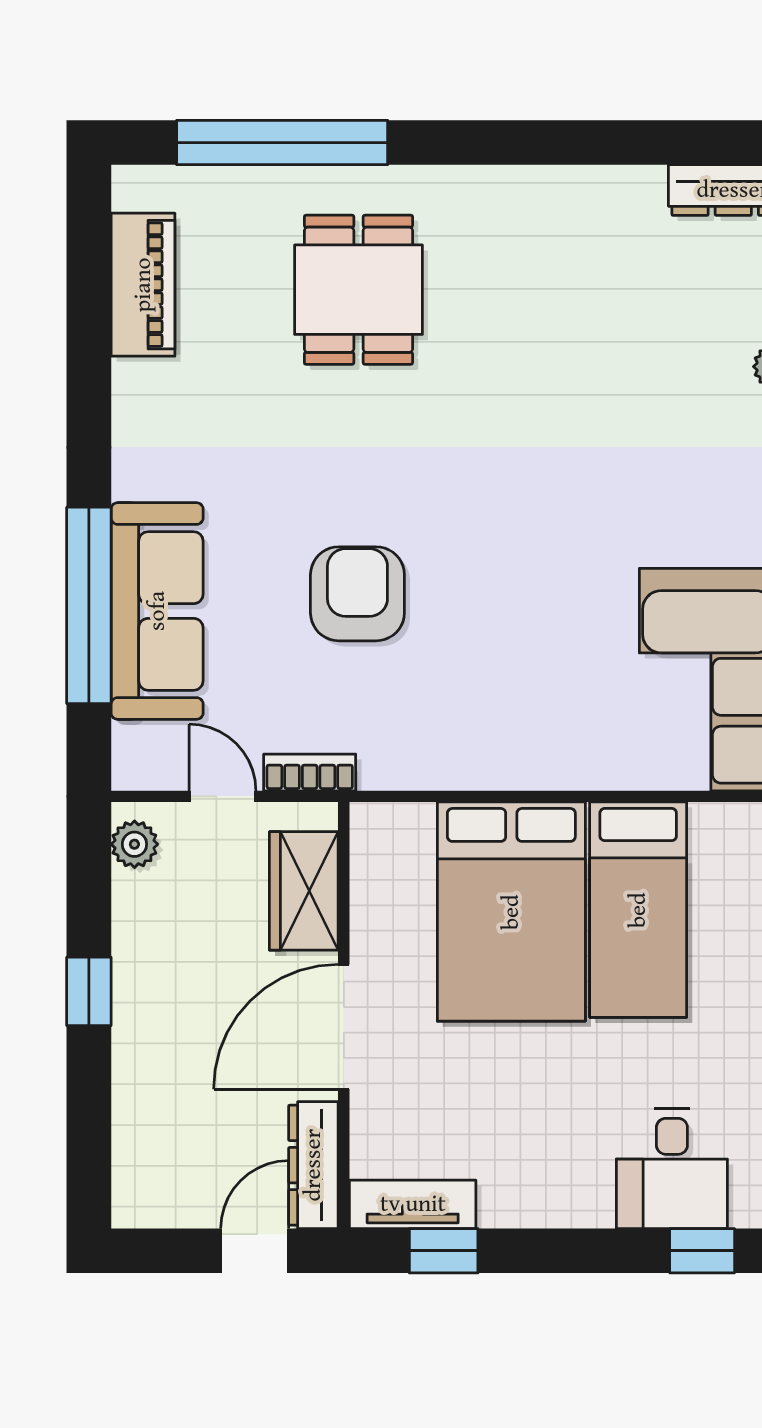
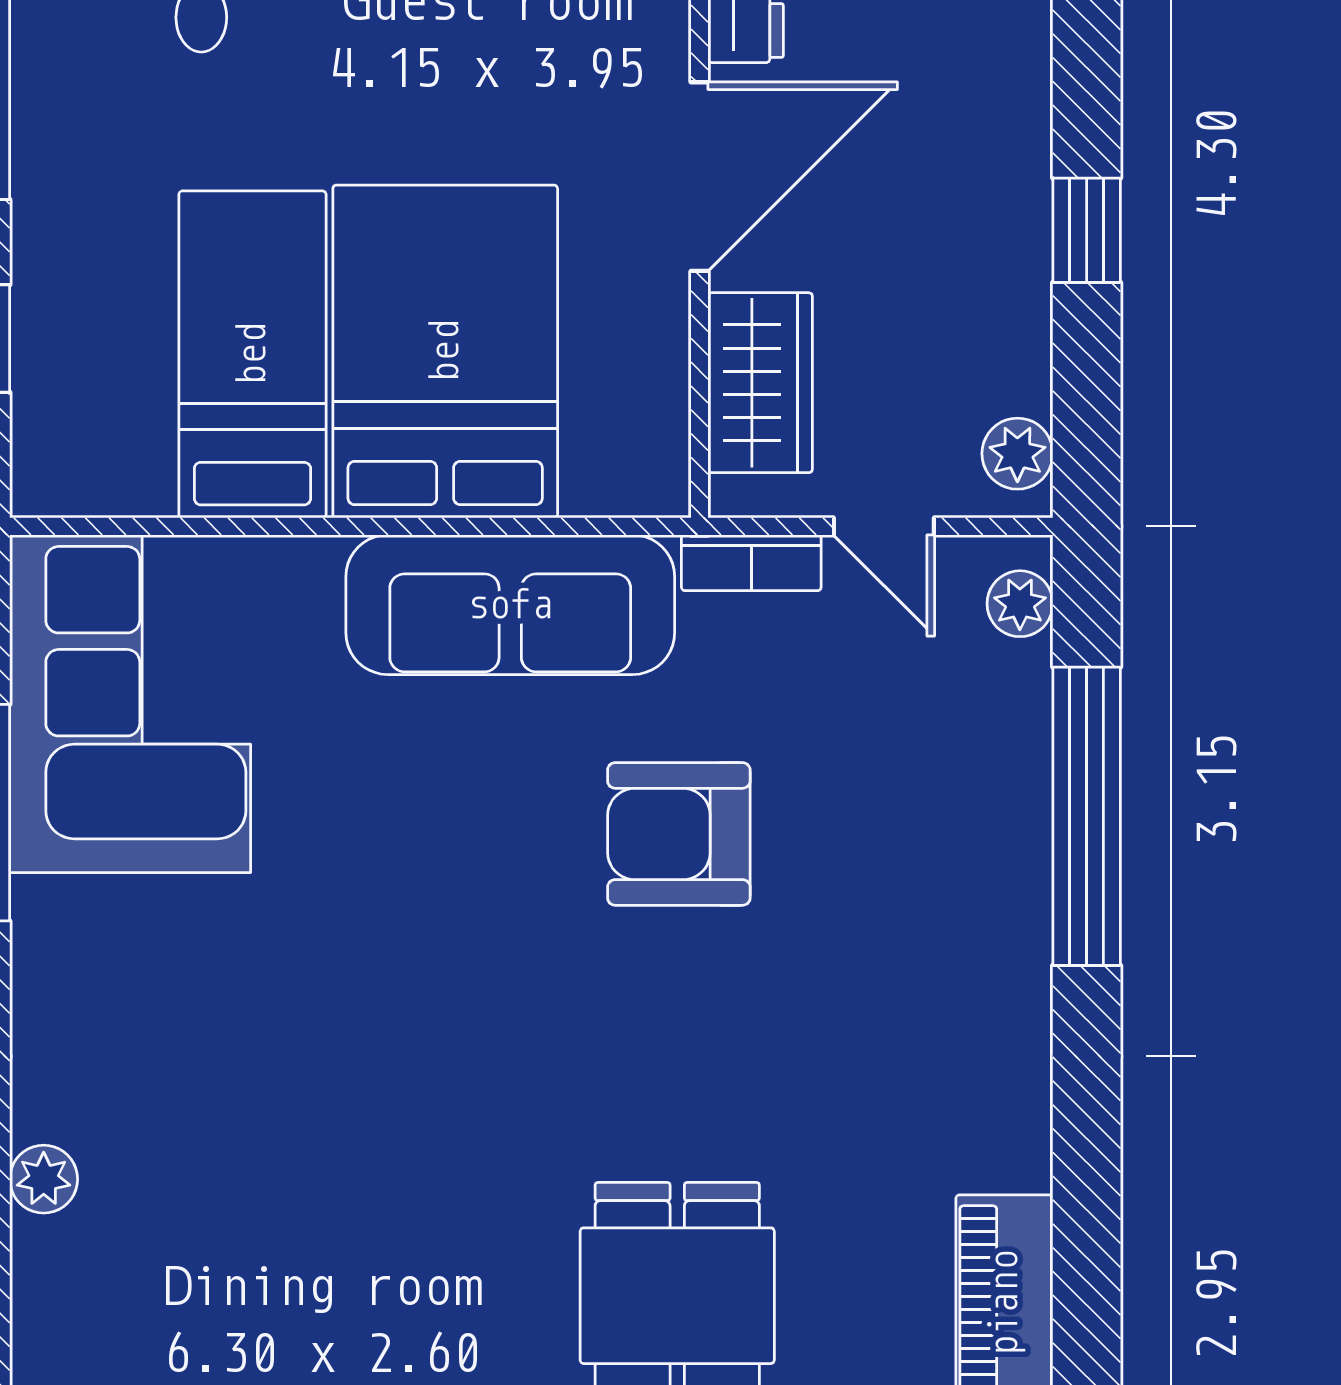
armchair: (357, 594) -> (679, 834), turned 90
sofa: (157, 611) -> (510, 605), moved, turned -90
plant: (133, 745) -> (1020, 604), added

